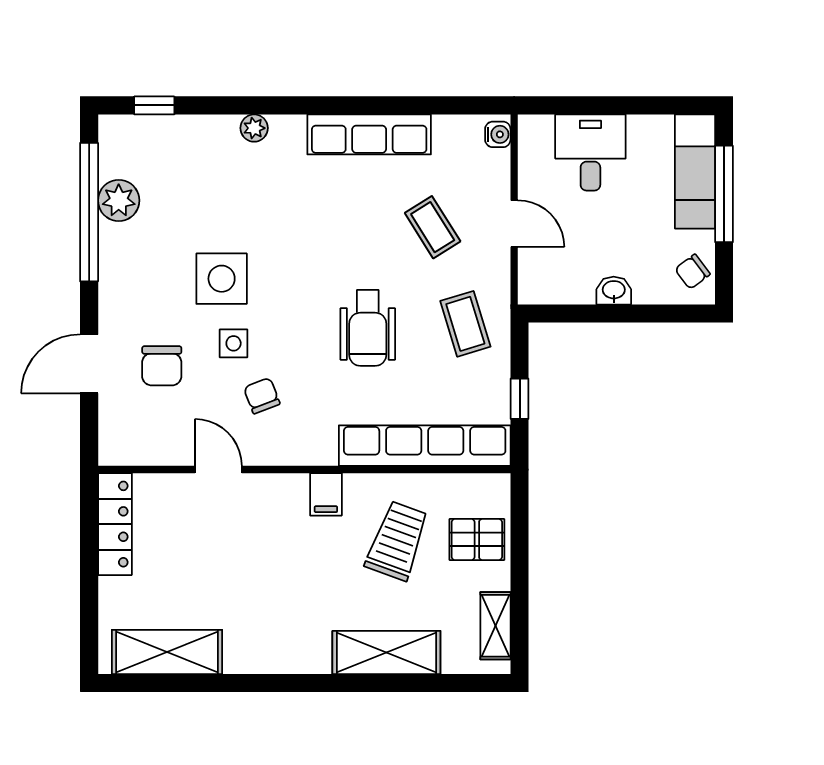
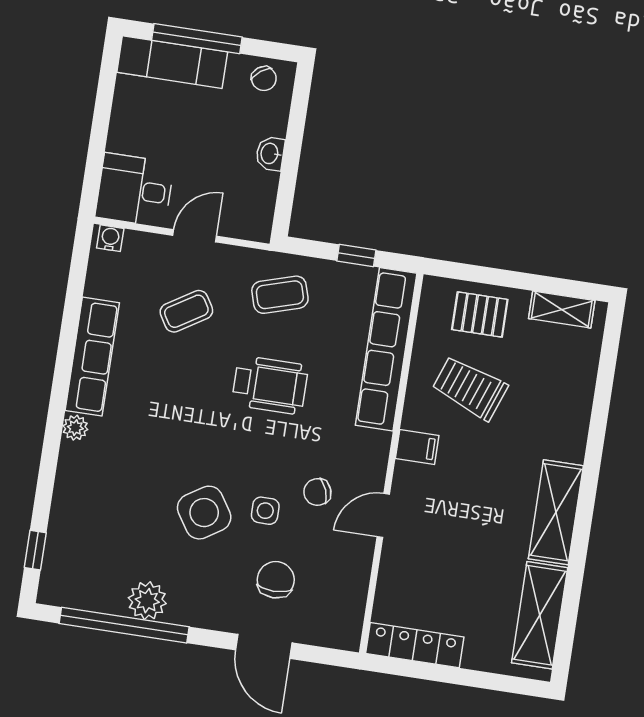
plant: (254, 128) -> (75, 428), moved
desk: (590, 152) -> (135, 190), moved
plant: (119, 200) -> (147, 601), moved
side table: (222, 279) -> (204, 513), turned -33
chair: (162, 366) -> (276, 580), turned -90
door: (218, 470) -> (383, 516), moved
pallet: (477, 539) -> (480, 314), turned 90
shelving: (386, 652) -> (556, 512), moved

